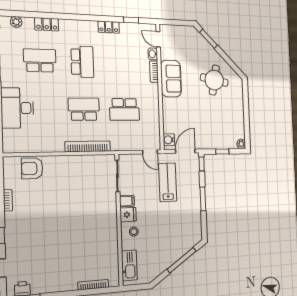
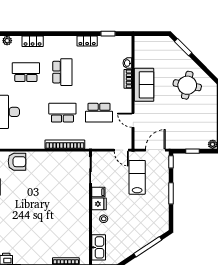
door: (158, 39) -> (133, 120), moved
water cooler: (169, 140) -> (140, 140), removed
armchair: (32, 168) -> (17, 162), turned 180

